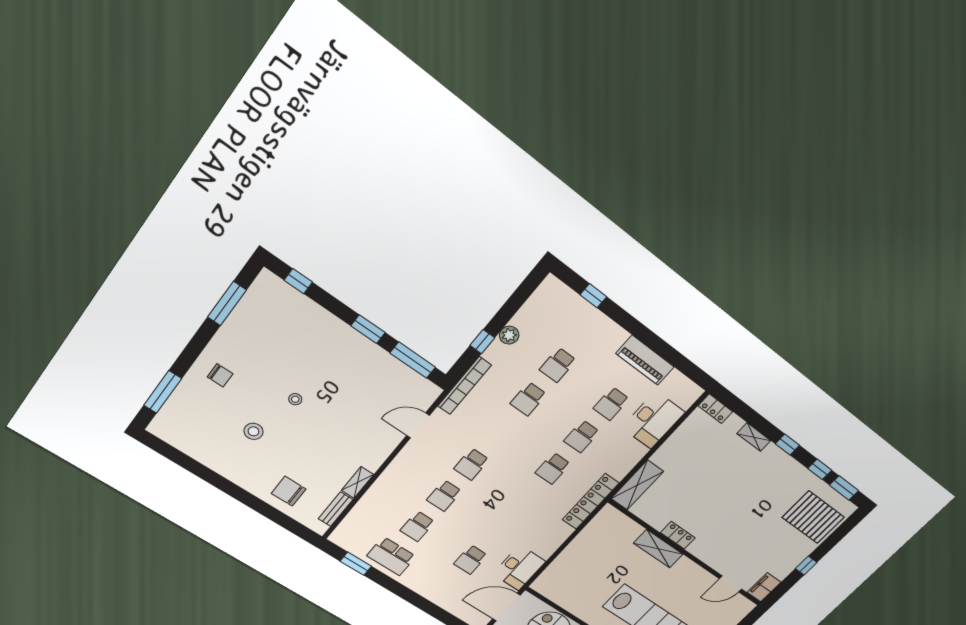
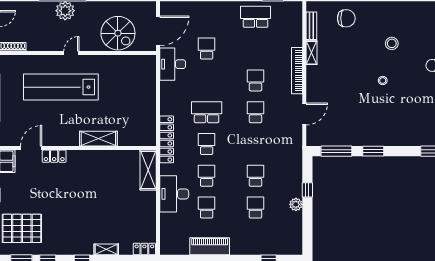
bookcase: (464, 386) -> (297, 71), moved
desk: (653, 420) -> (174, 194), moved
school desk: (418, 526) -> (207, 112), moved, width x1.85
locker: (678, 535) -> (54, 156), moved

